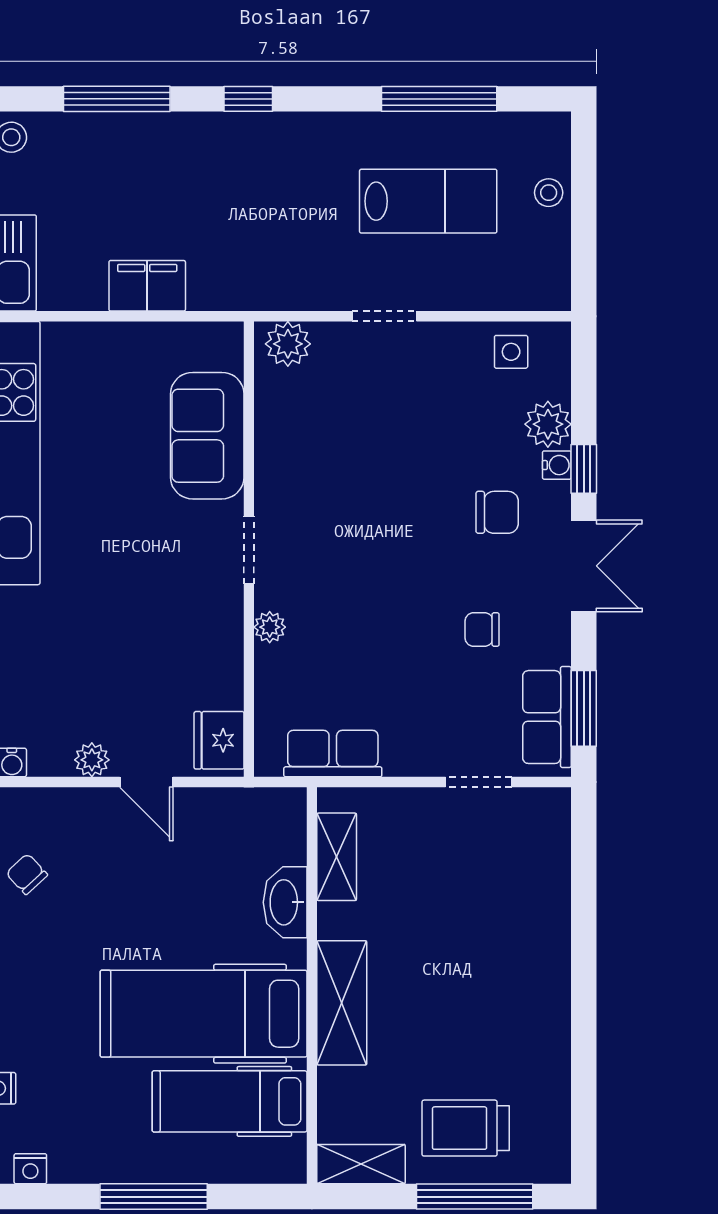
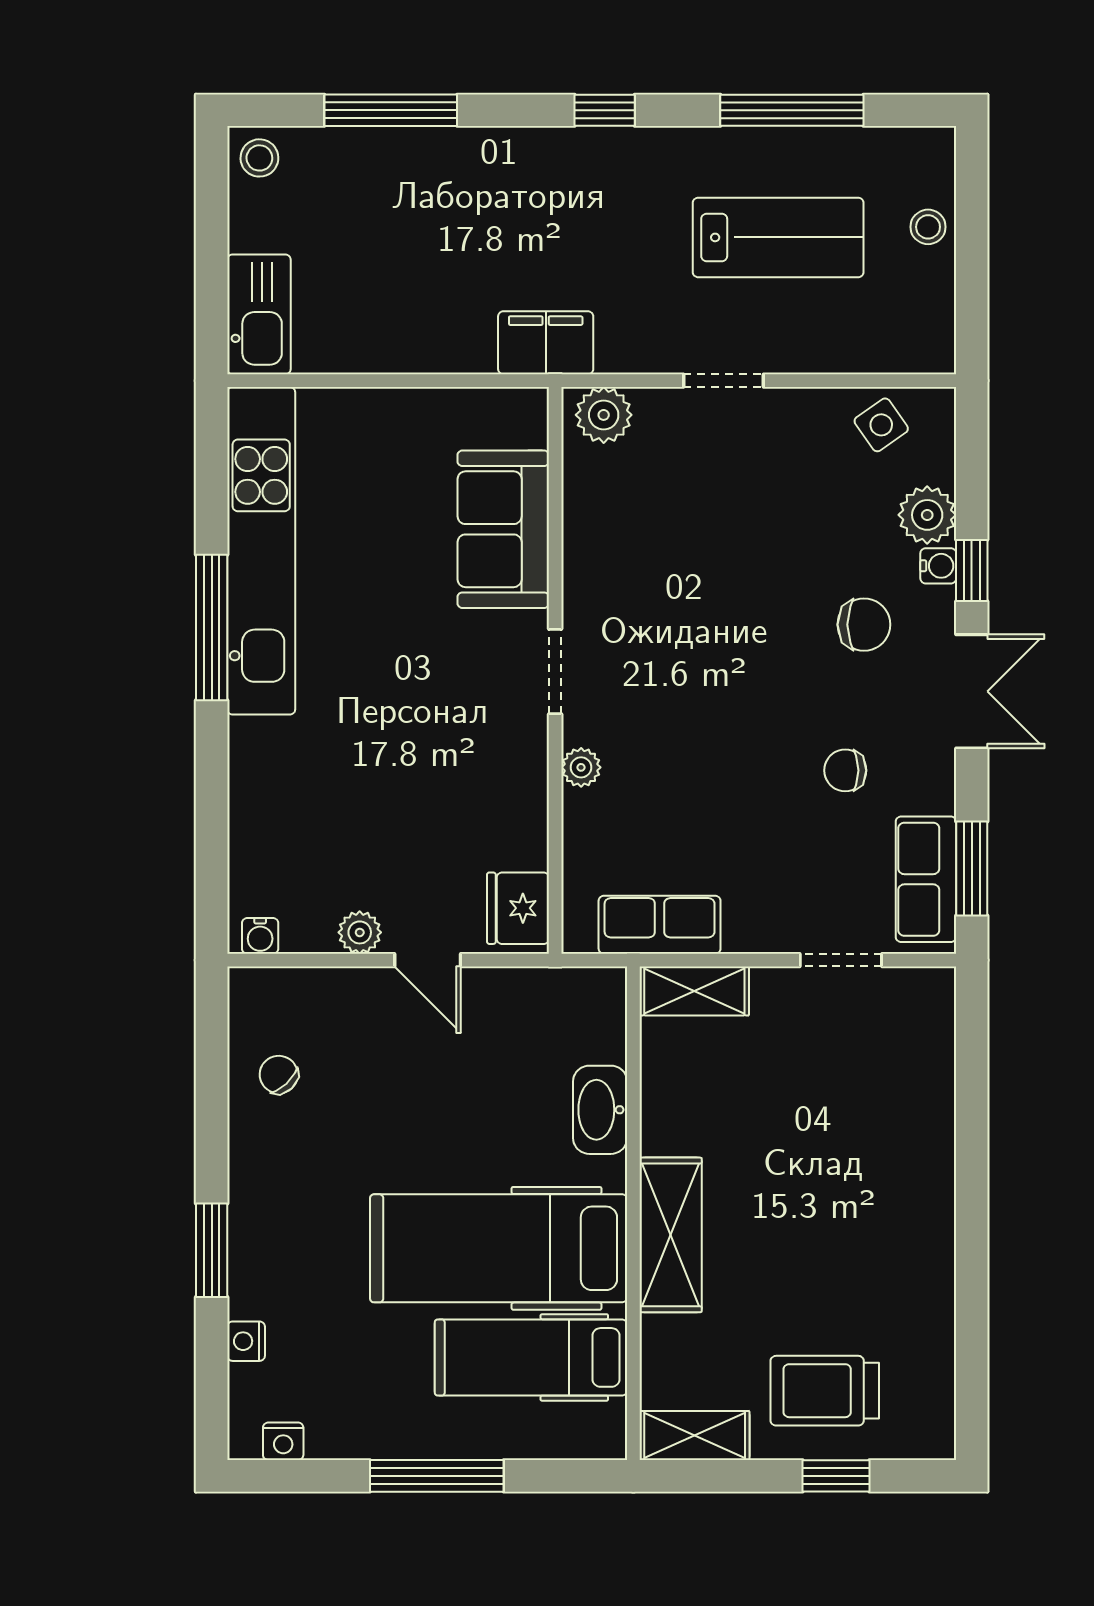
window: (248, 99) -> (605, 110), moved
filing cabinet: (147, 286) -> (546, 343), moved
side table: (511, 352) -> (881, 425), turned -35
shelving: (337, 857) -> (694, 991), moved, turned 90
window: (475, 1197) -> (836, 1476), width x0.46

